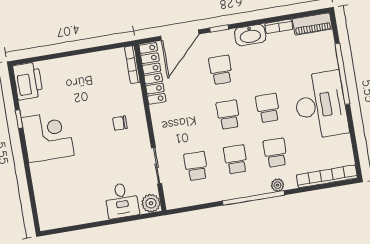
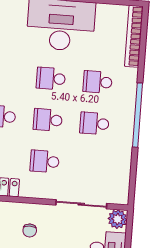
sliding door: (157, 166) -> (81, 204), width x1.37
school desk: (196, 166) -> (45, 161), moved
plant: (277, 185) -> (131, 88), removed

